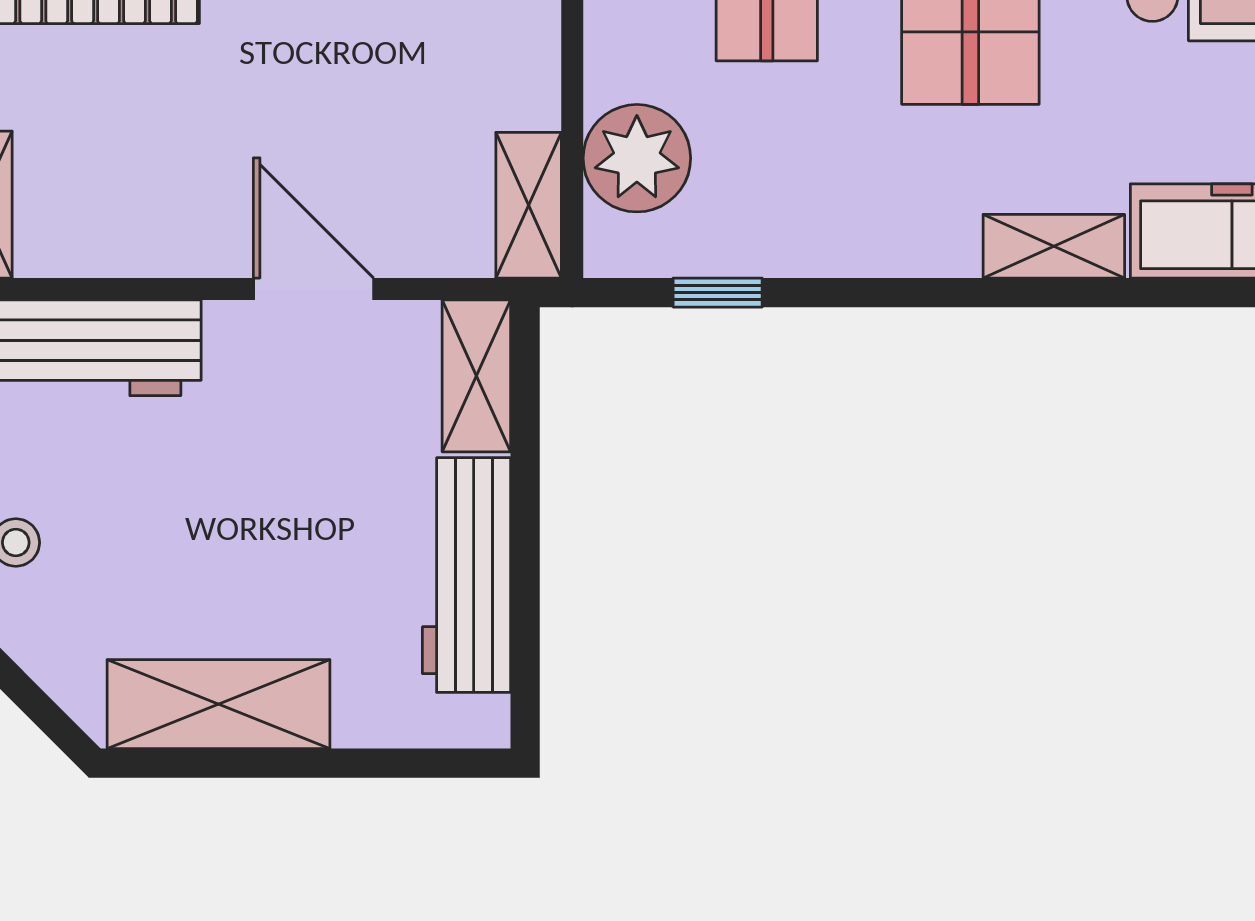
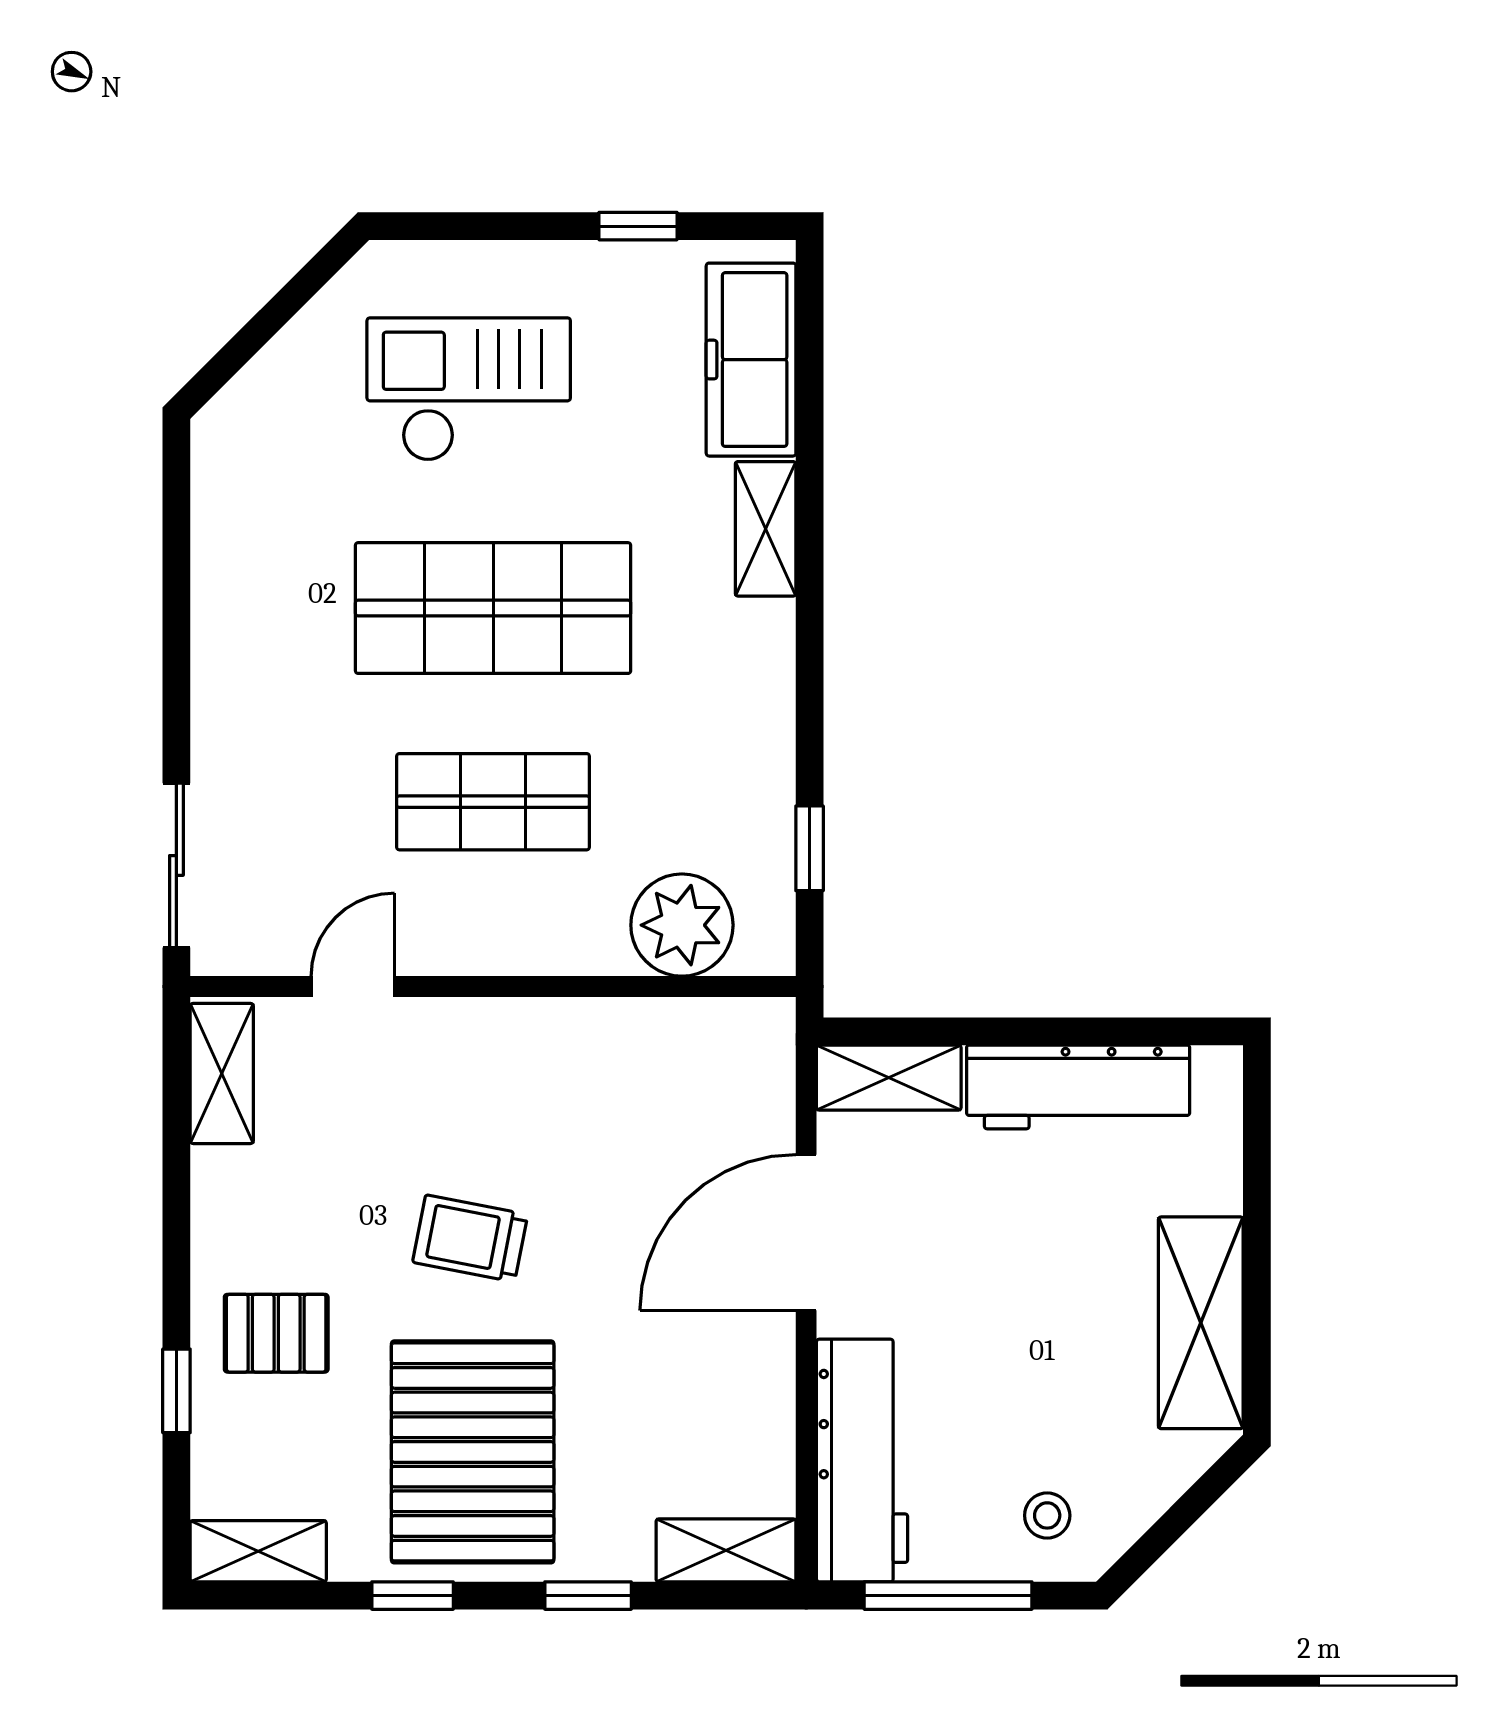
shelving: (529, 205) -> (727, 1028), removed
door: (313, 289) -> (806, 1232), width x1.36

